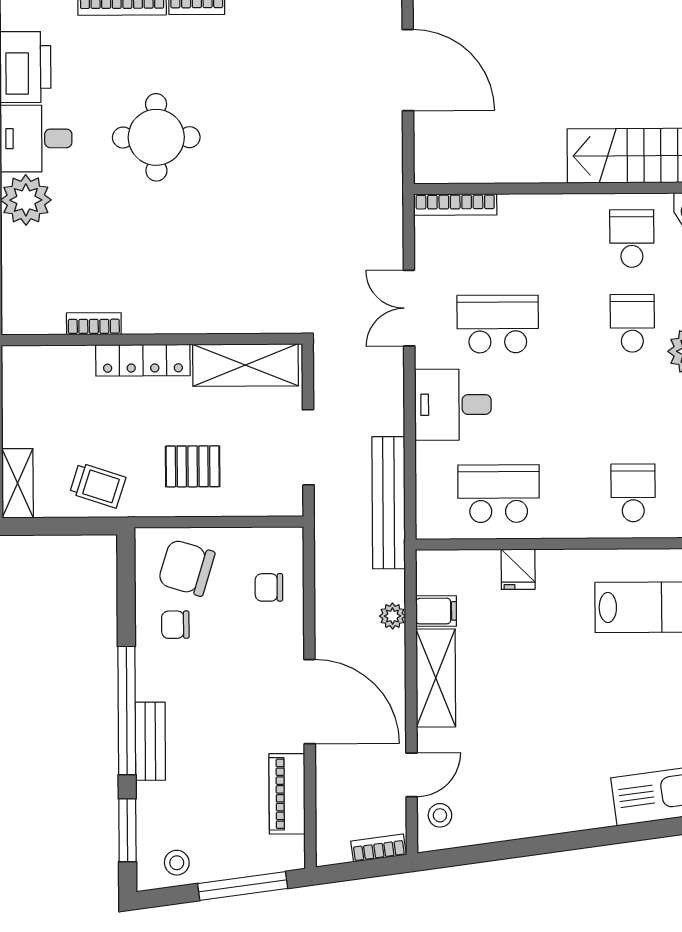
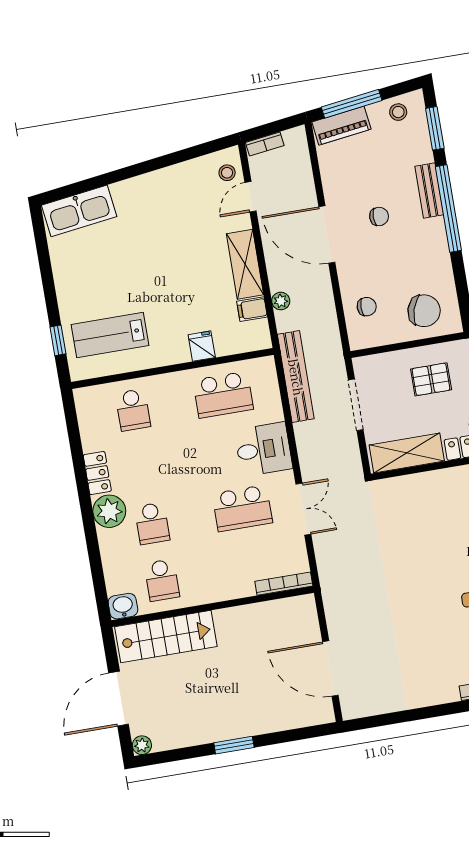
chair: (175, 625) -> (379, 216), moved
piano: (287, 794) -> (341, 126), moved, turned 82

